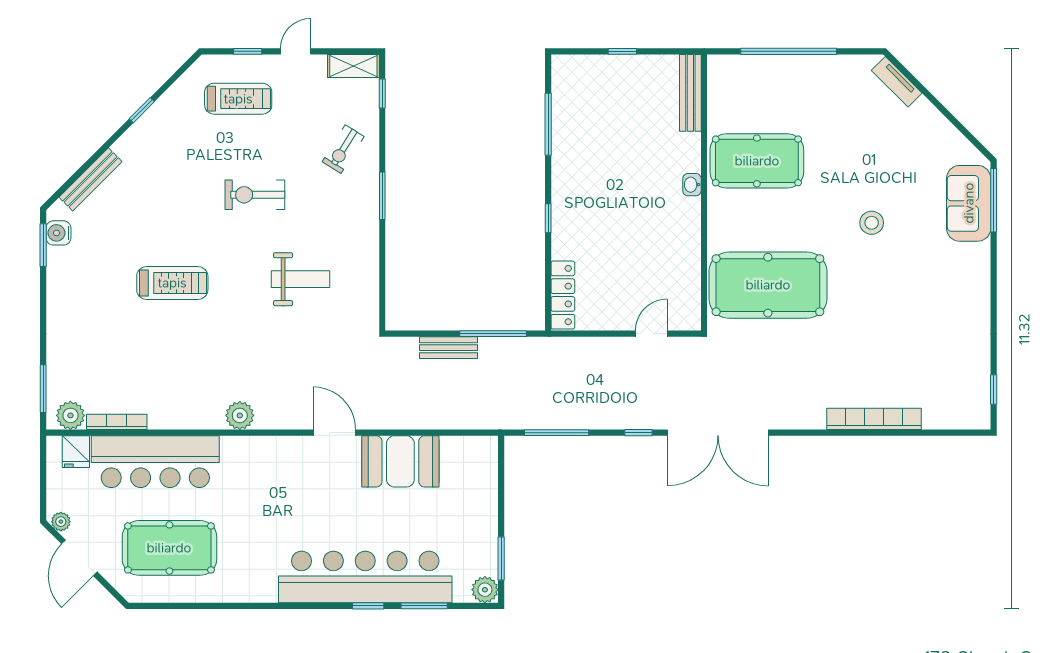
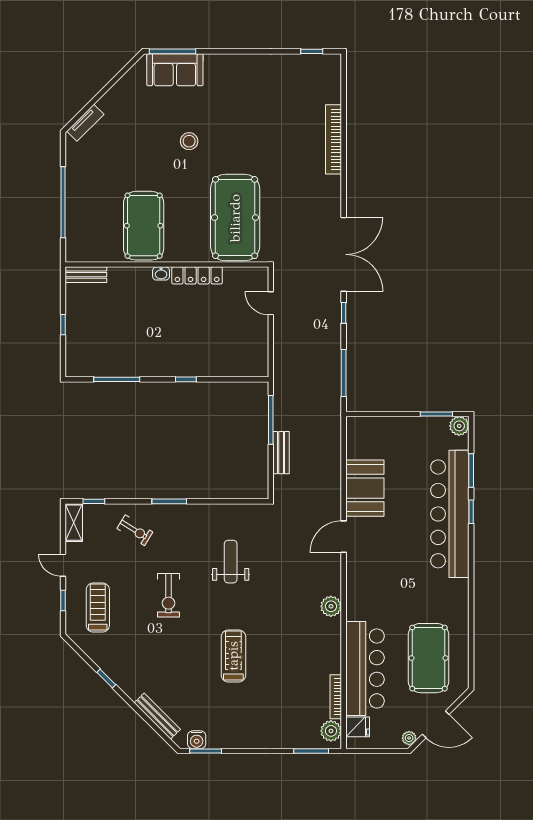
bench: (690, 93) -> (86, 275), width x0.73
locker: (563, 295) -> (197, 275), moved, turned 180

